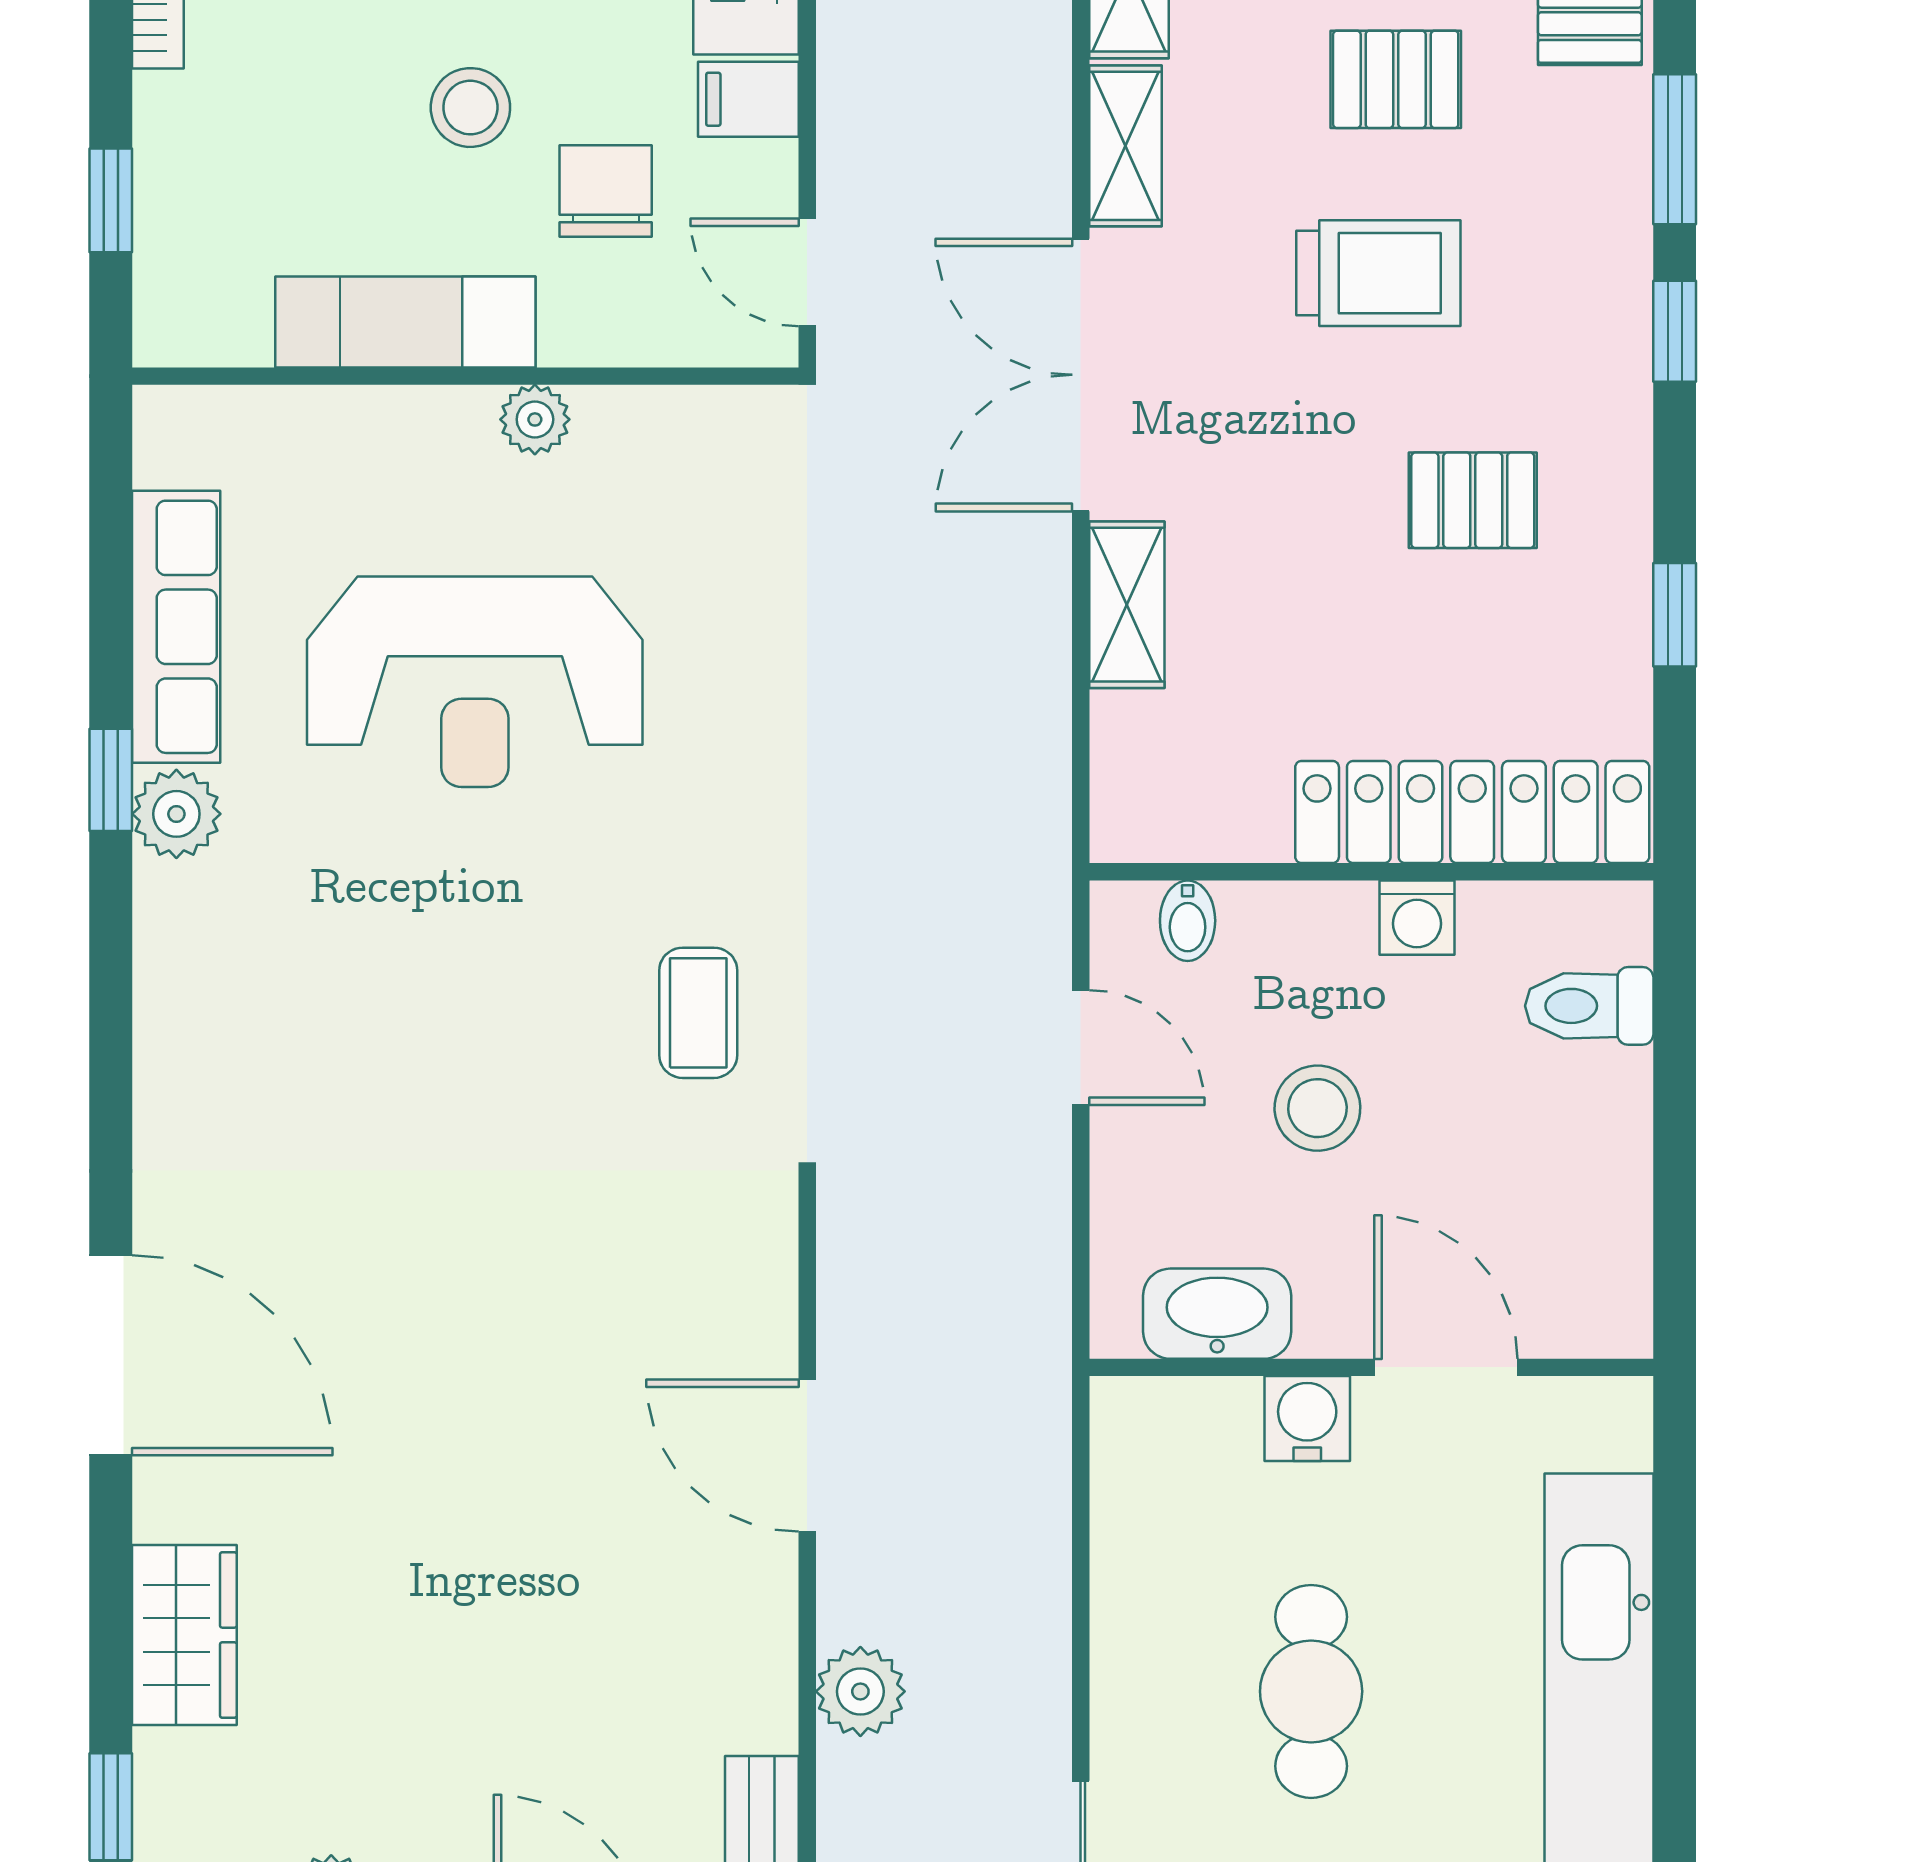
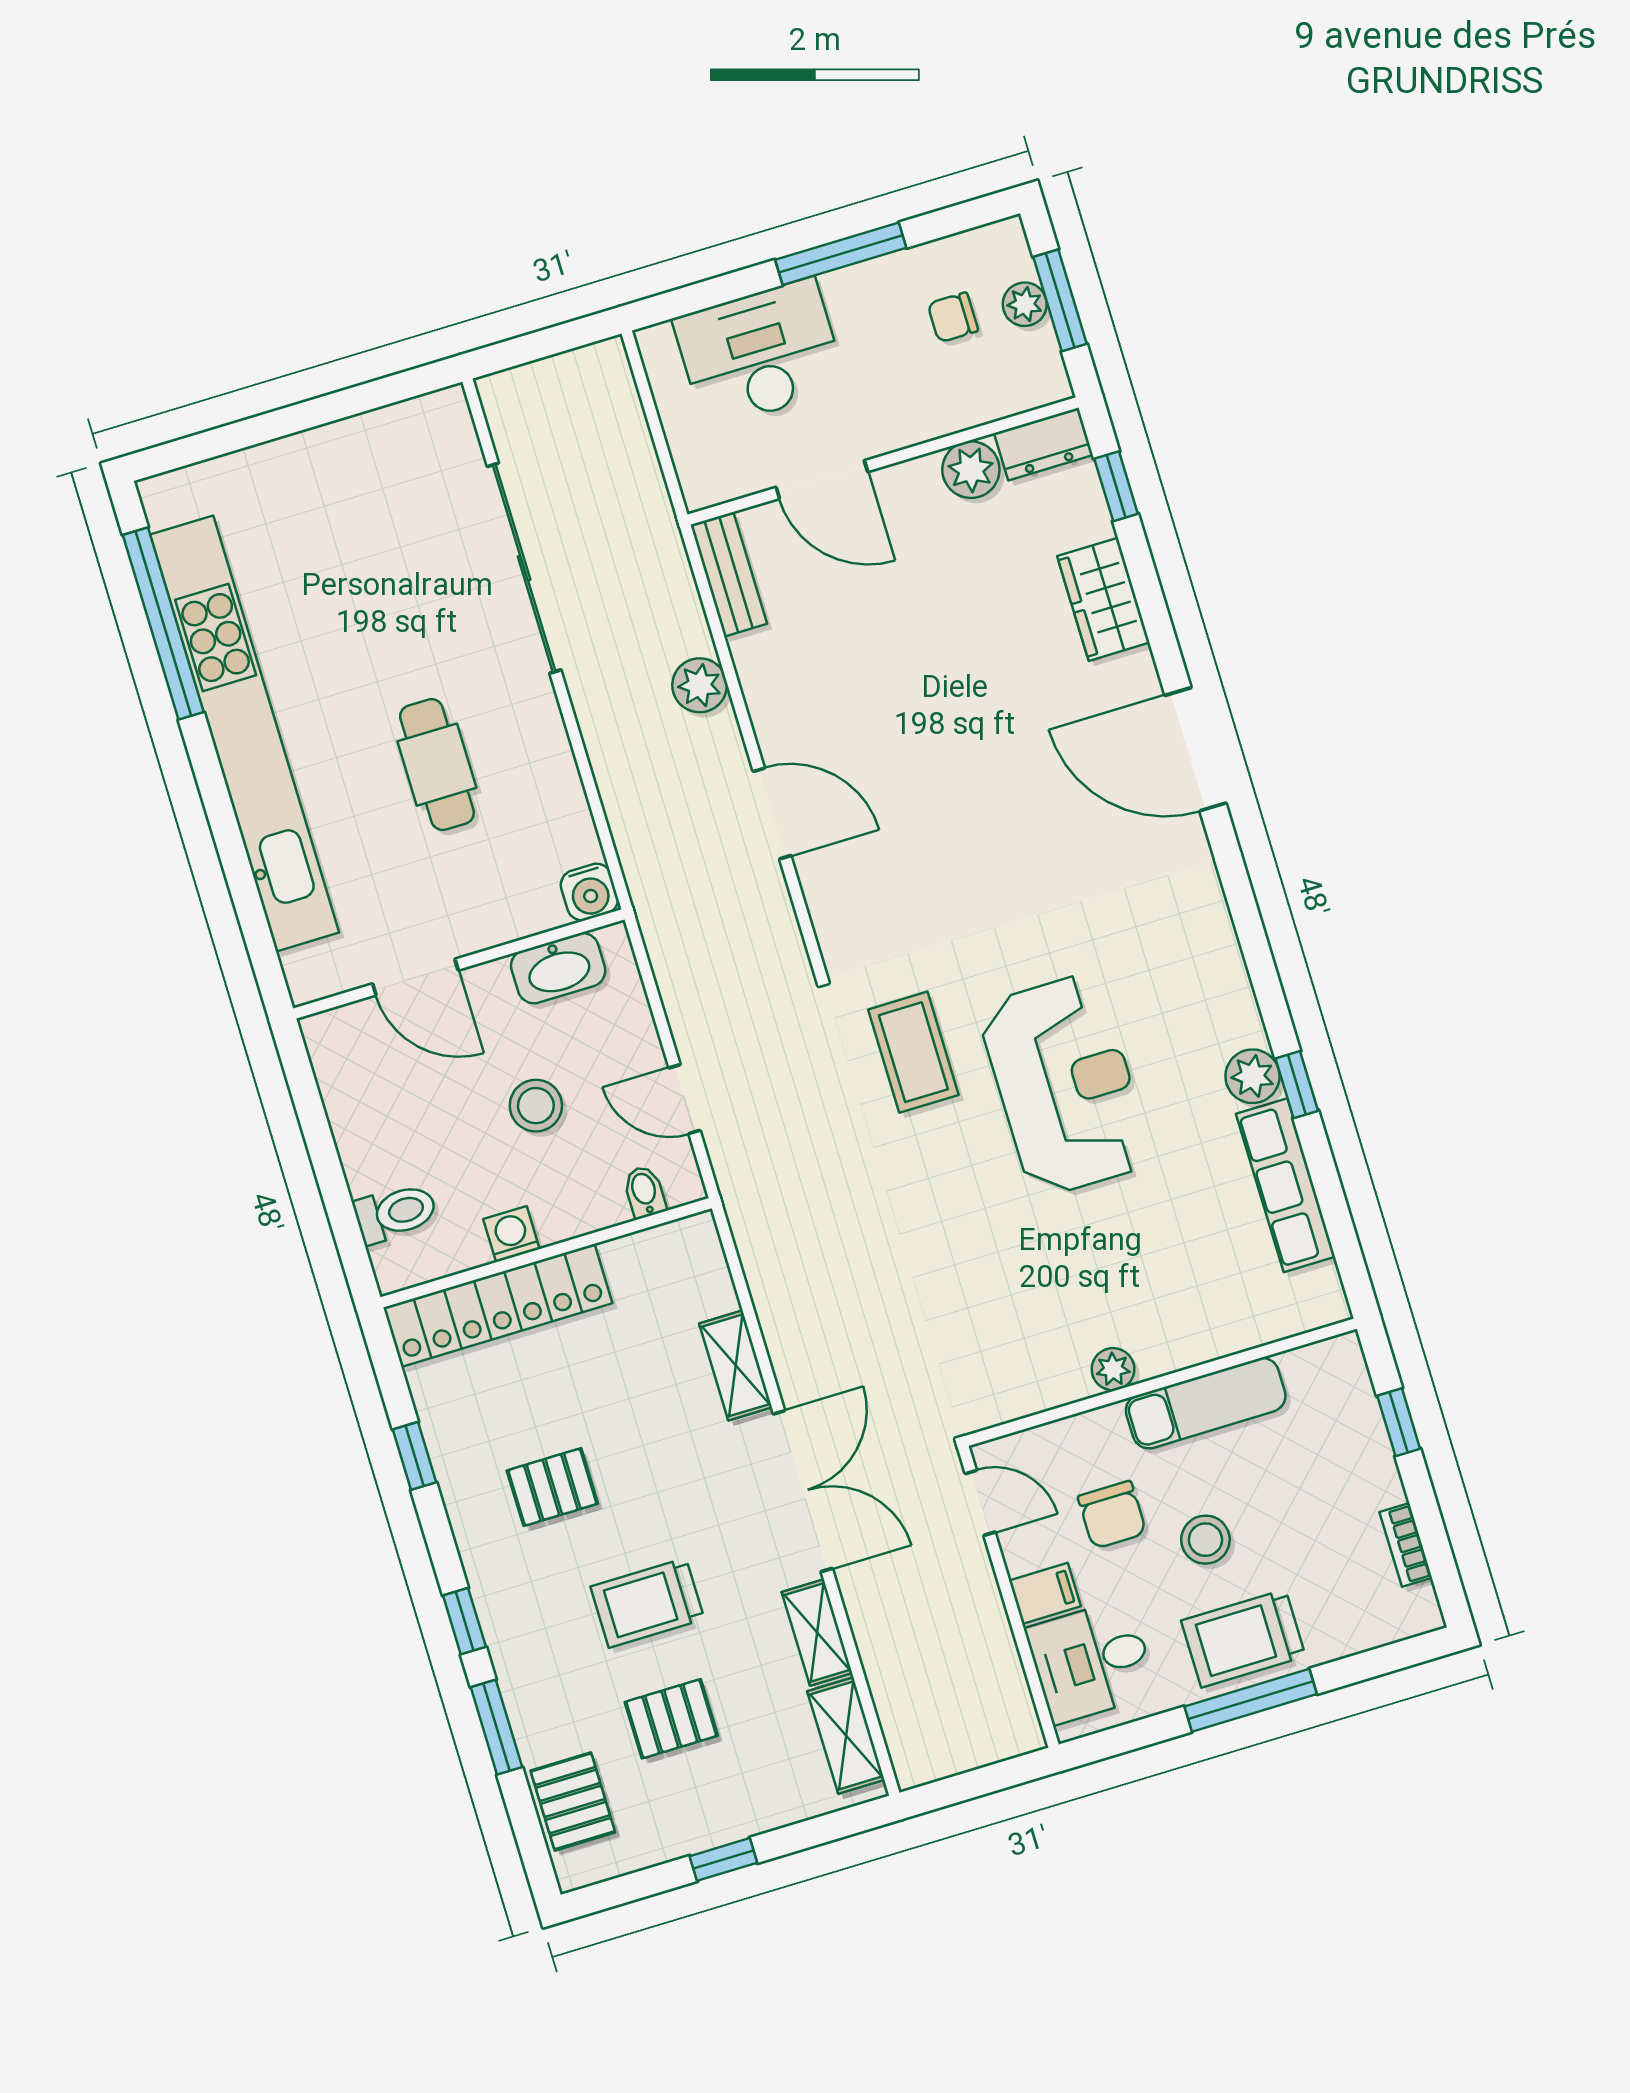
reception desk: (475, 682) -> (1065, 1085), moved, turned 90
coffee table: (698, 1013) -> (913, 1052), width x1.36, depth x1.30
water cooler: (1307, 1419) -> (589, 892), moved

